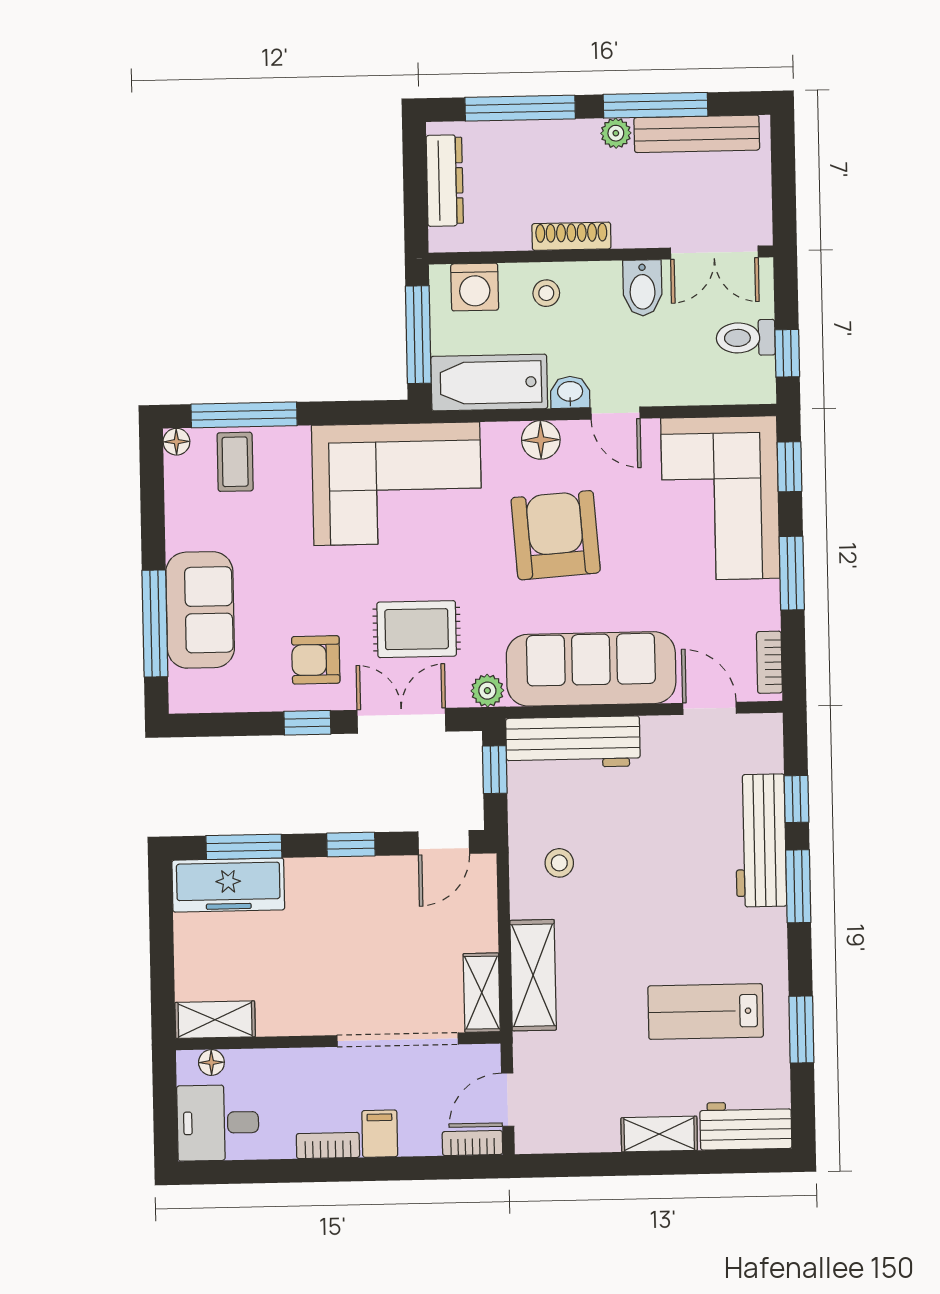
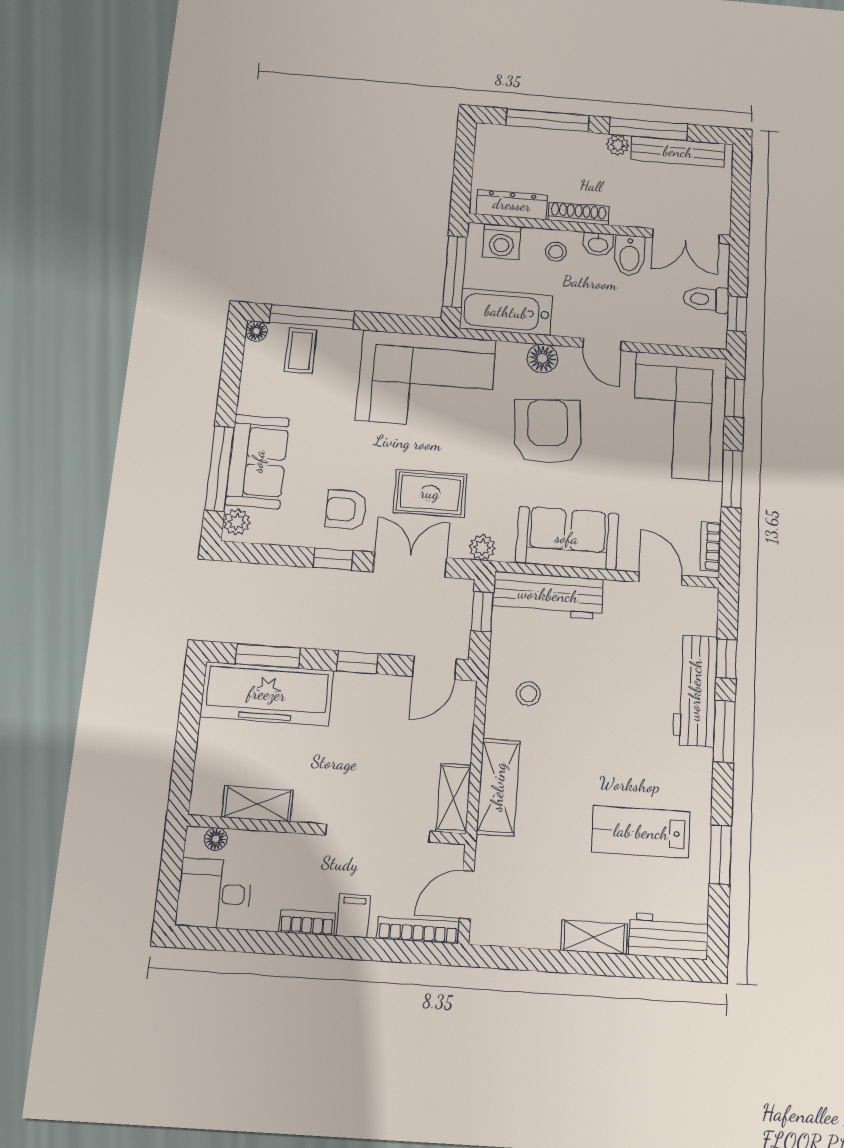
dresser: (445, 181) -> (512, 205), moved, turned -90
washbasin: (570, 392) -> (598, 244), moved, turned 180
sofa: (591, 669) -> (567, 538), width x0.73
plant: (185, 688) -> (237, 522), added
freezer: (228, 885) -> (267, 694), width x1.36, depth x1.26
shelving: (215, 1020) -> (258, 804), moved
bookcase: (472, 1143) -> (418, 930), width x1.56

